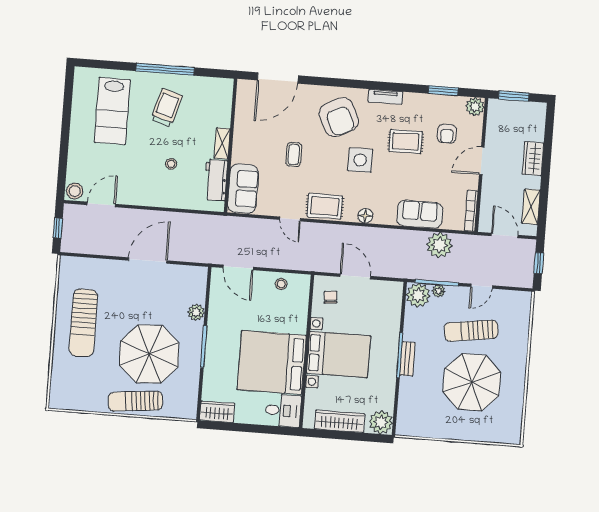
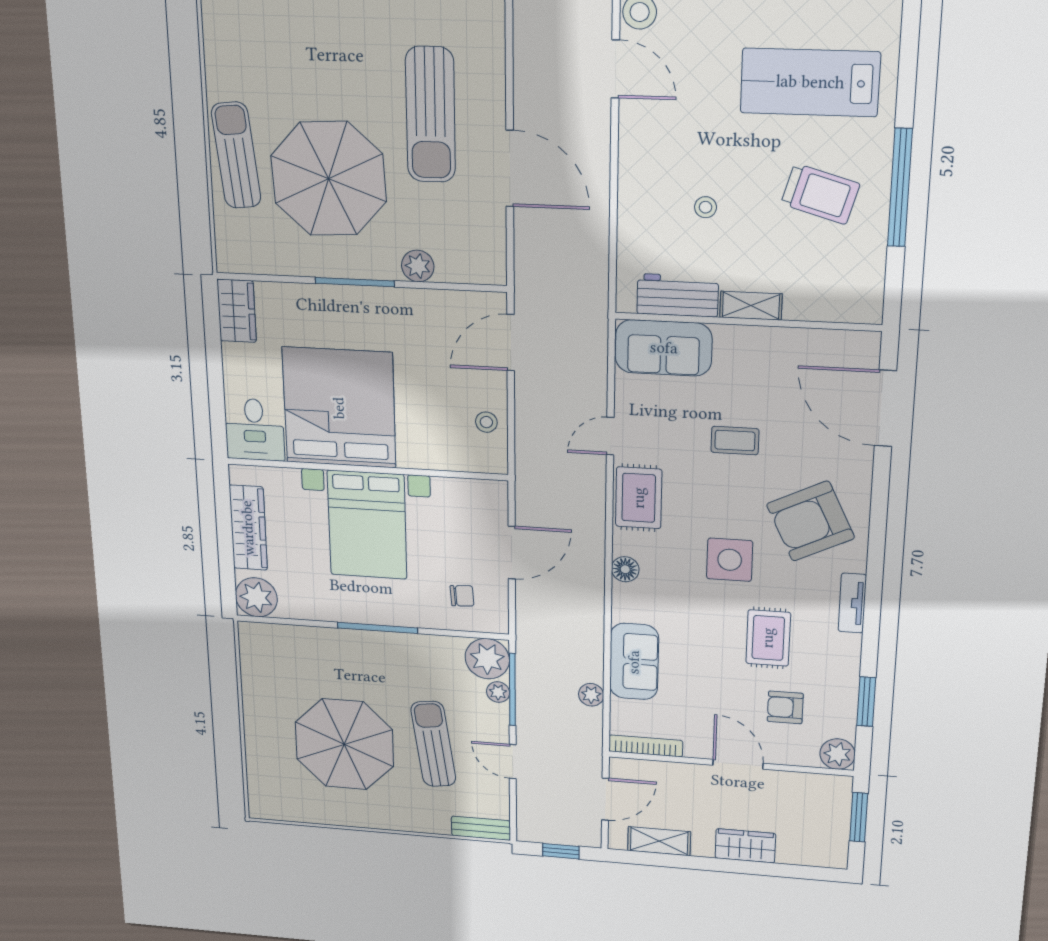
plant: (439, 245) -> (591, 695), width x0.53, depth x0.53
chair: (331, 297) -> (462, 596), moved
sun lounger: (83, 323) -> (430, 115), moved, turned -90
bench: (407, 359) -> (481, 828), moved

